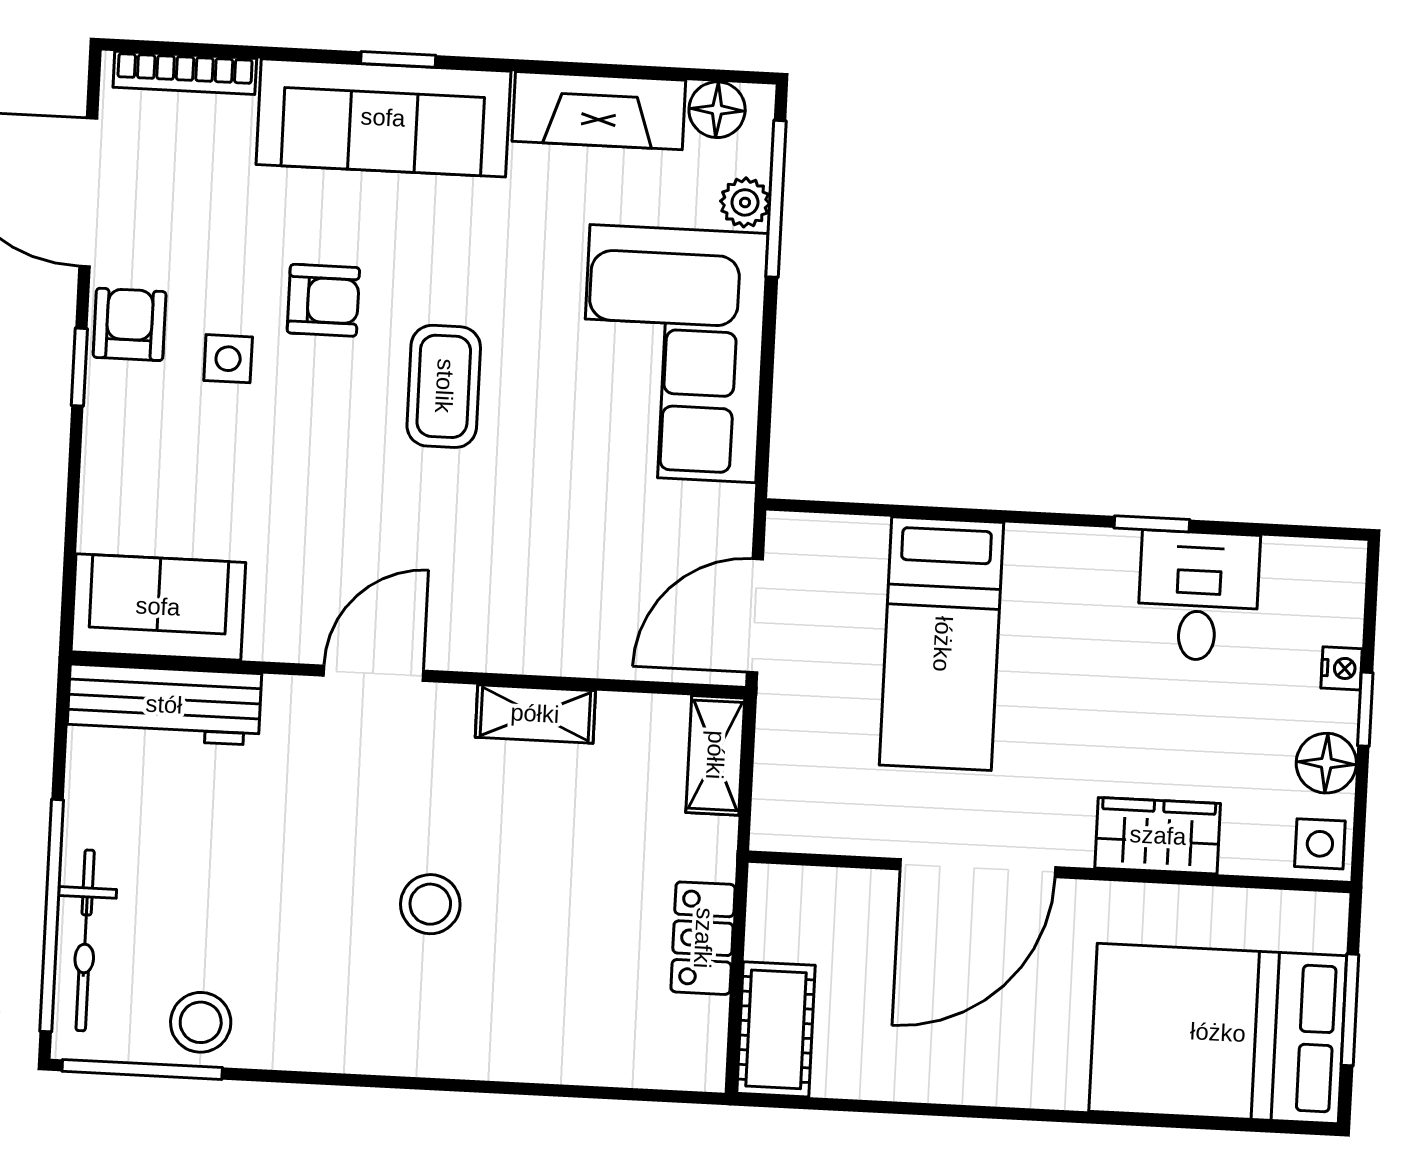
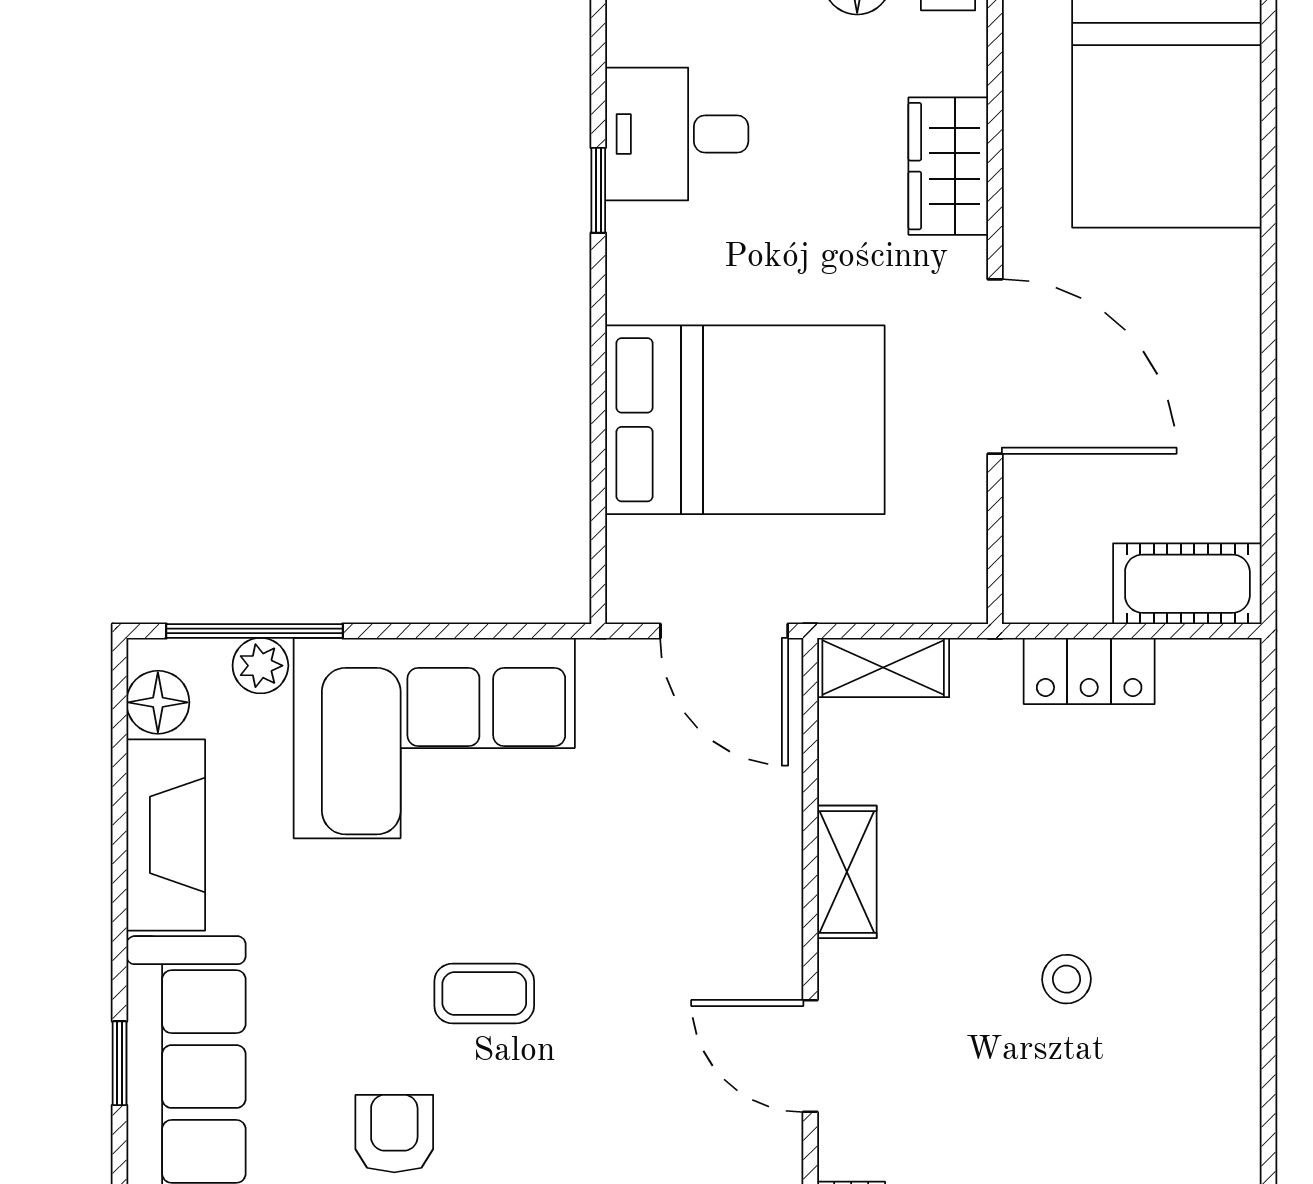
coffee table: (444, 386) -> (484, 994), width x0.73, depth x0.77
bed: (942, 644) -> (745, 420), width x1.50
stool: (430, 904) -> (1066, 979), width x0.73, depth x0.73

